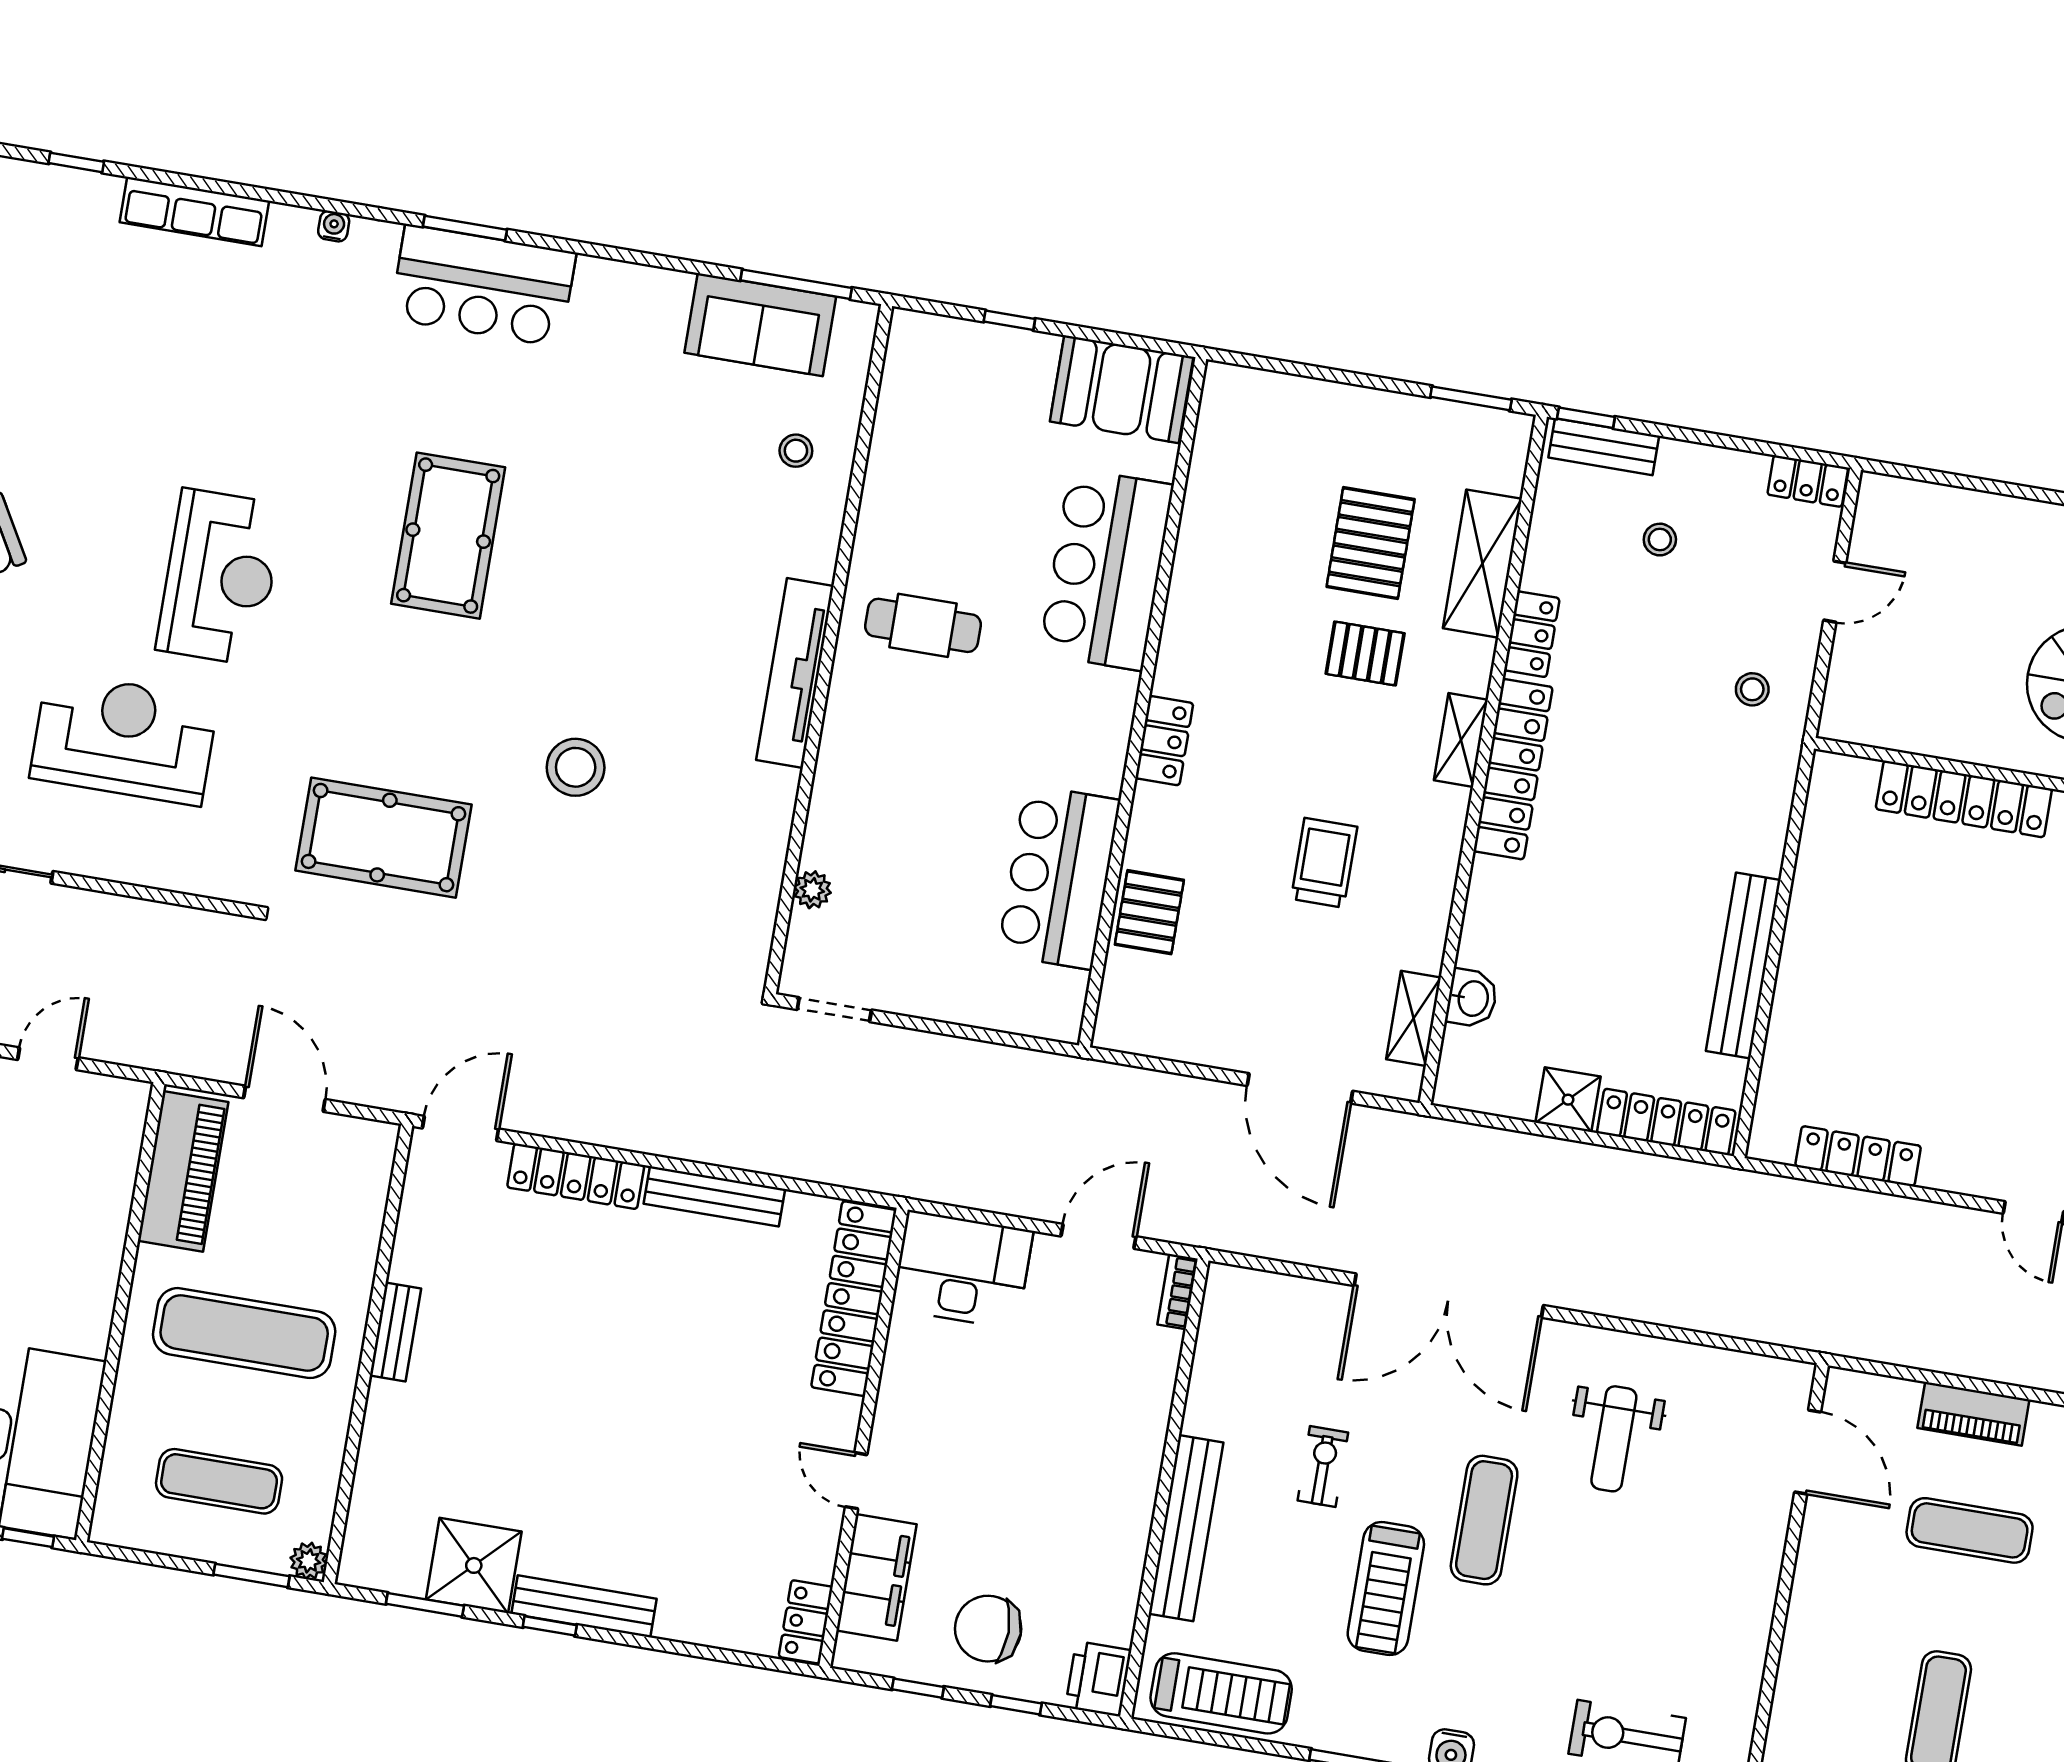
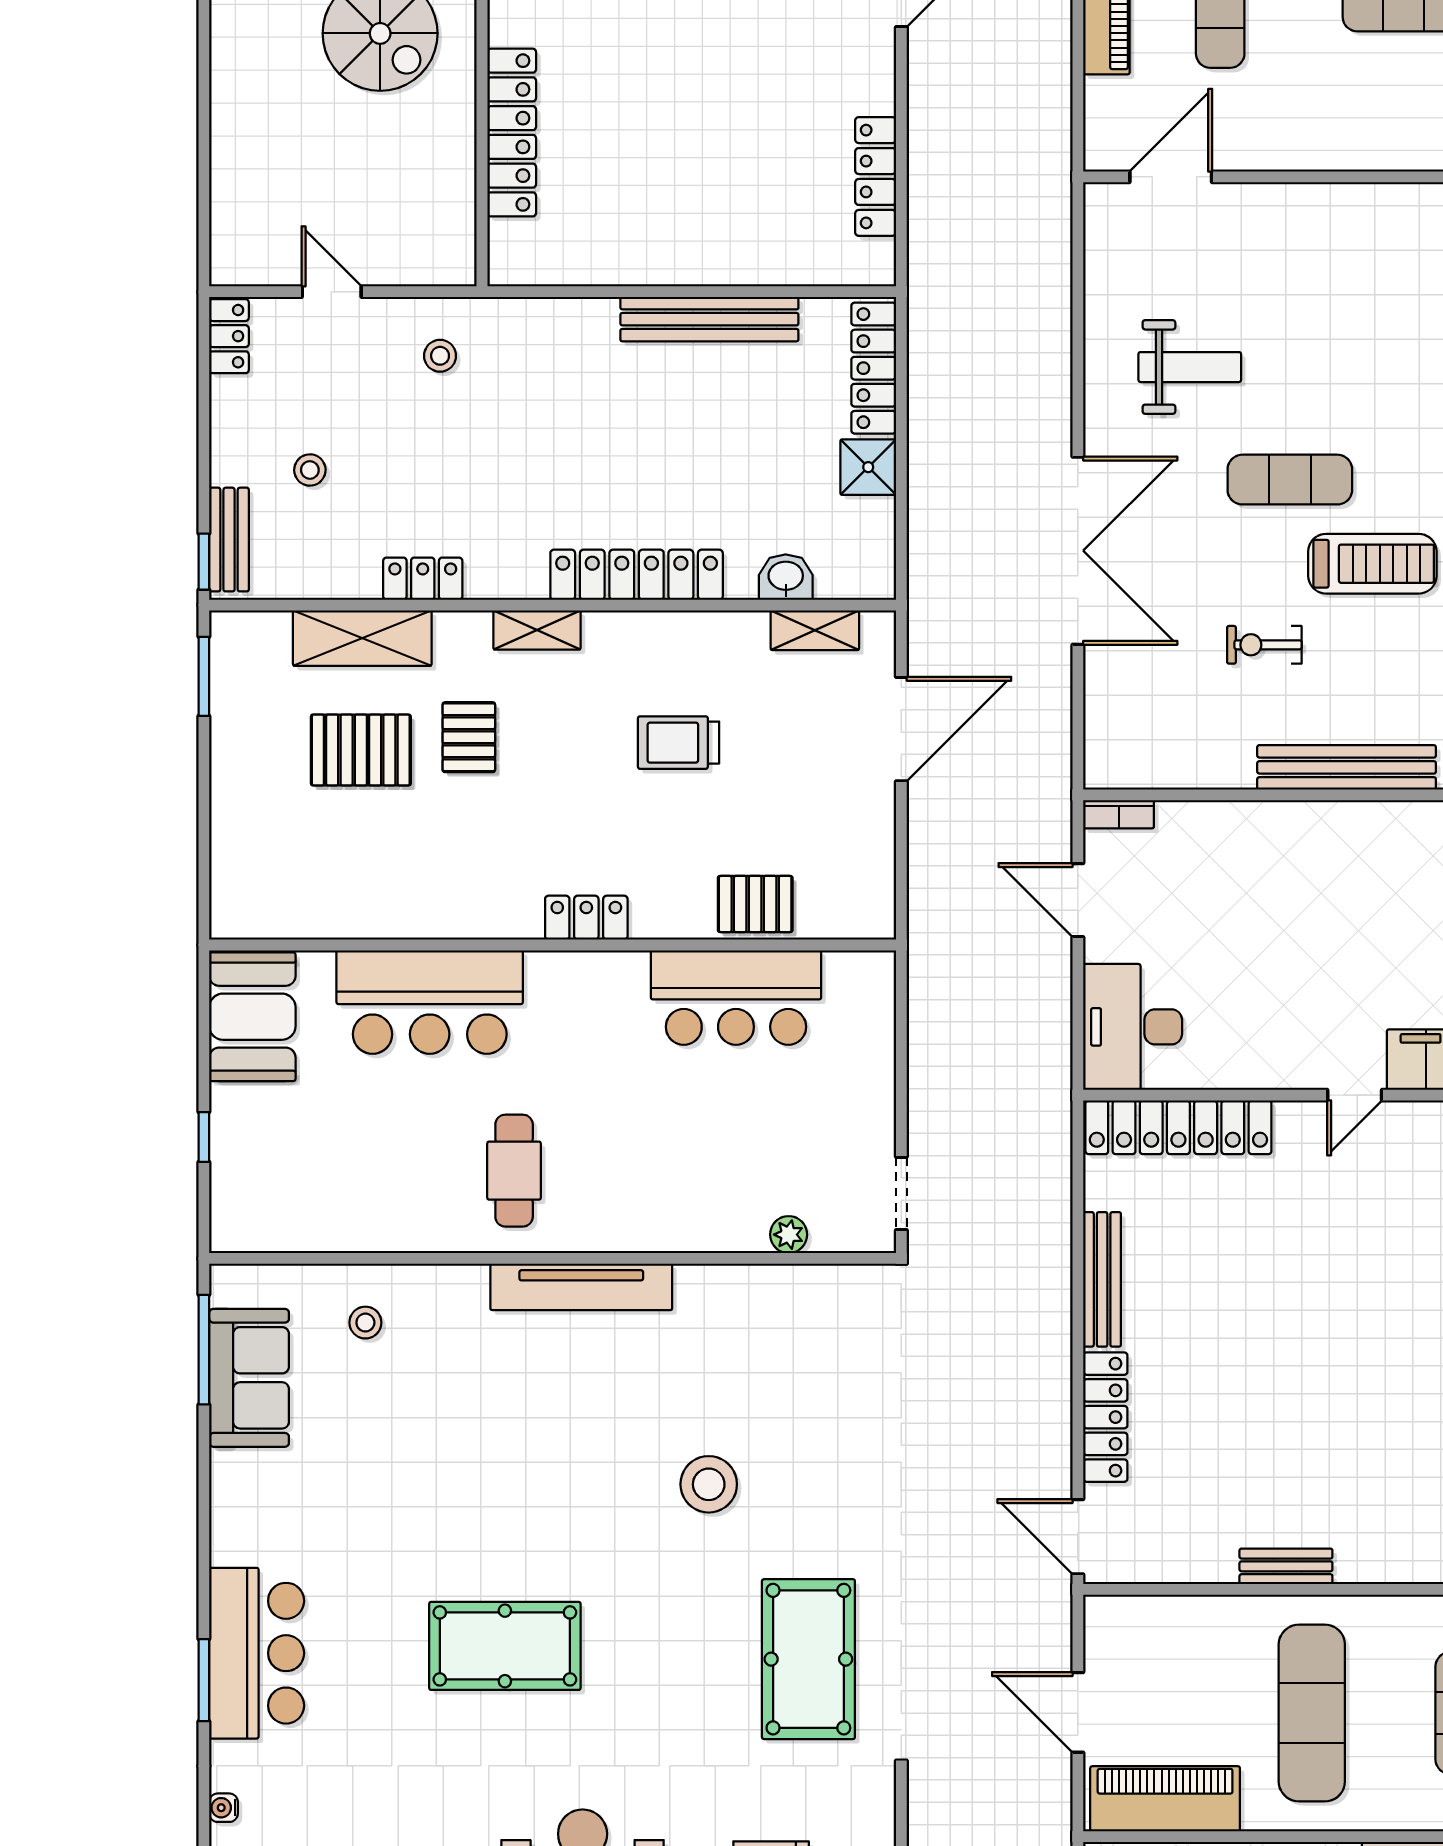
locker: (1513, 769) -> (637, 575), moved
door: (284, 1099) -> (1078, 1712), hinge flipped

